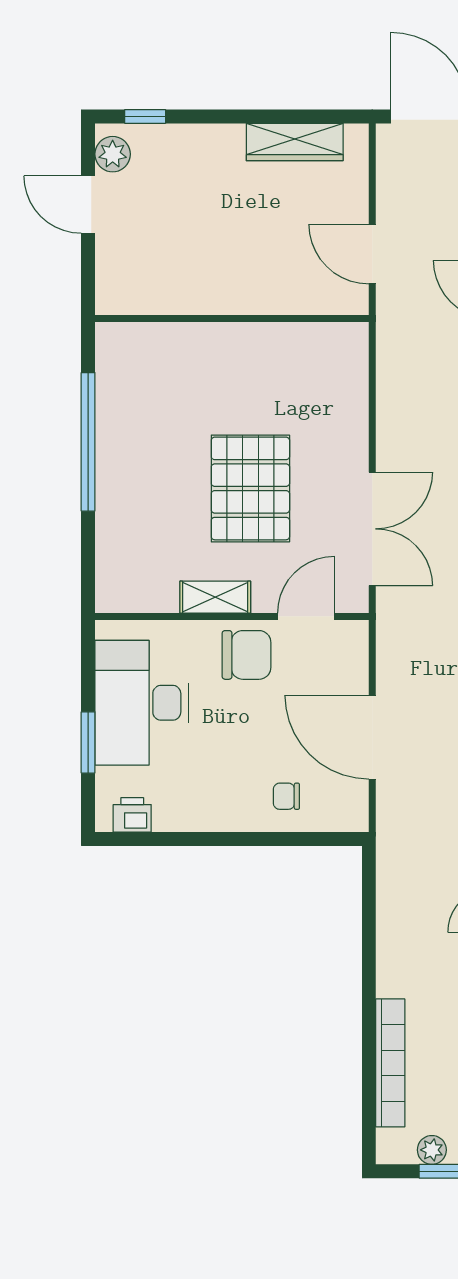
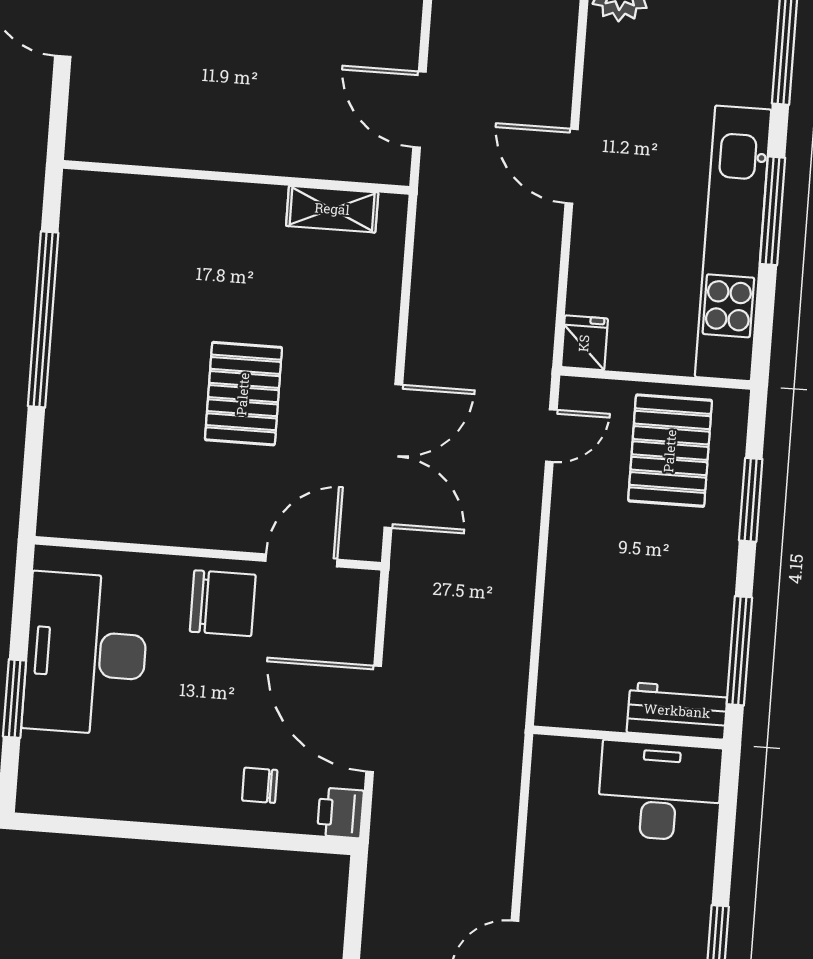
pallet: (250, 488) -> (243, 394), width x0.73, depth x0.71
shelving: (215, 597) -> (332, 209), moved
printer: (132, 815) -> (340, 813), moved, turned -90

